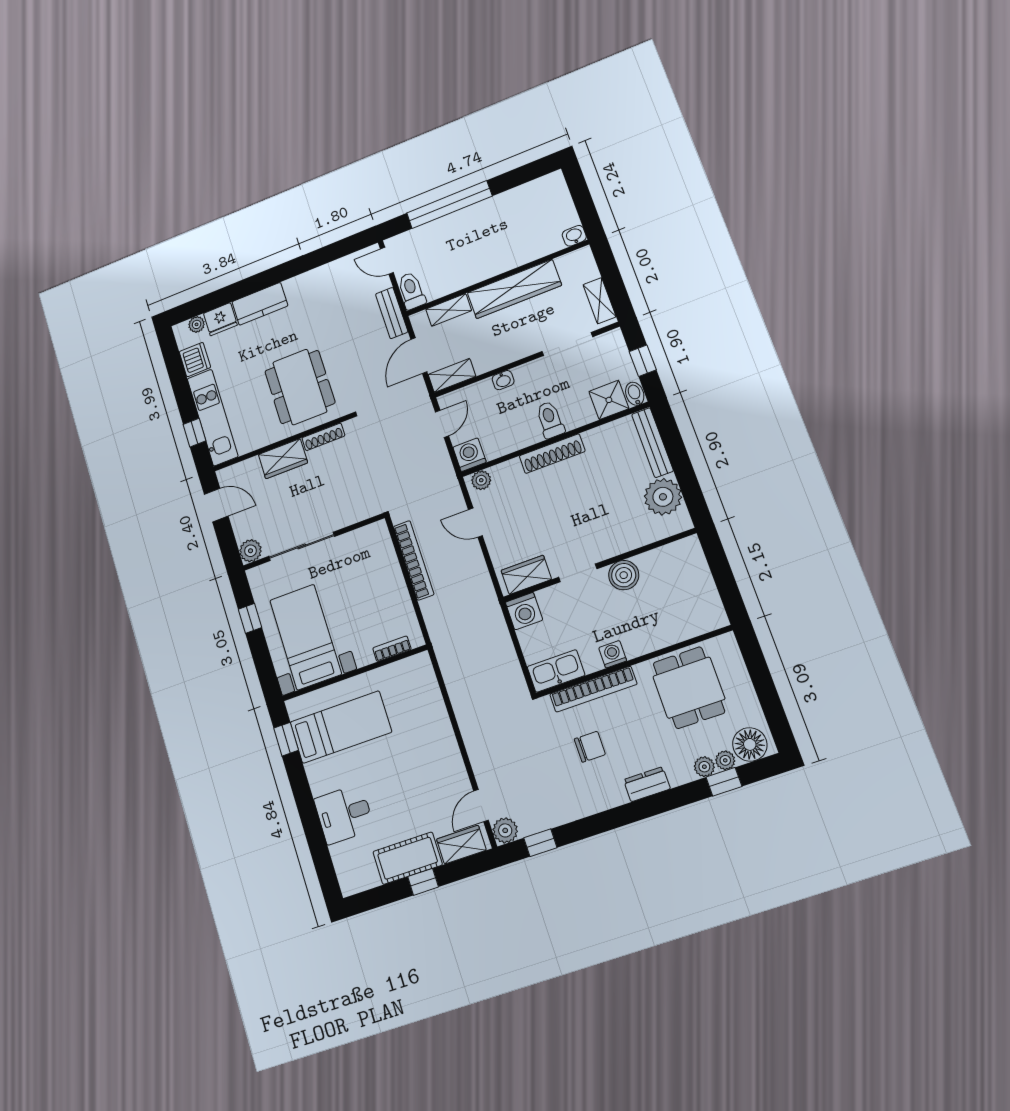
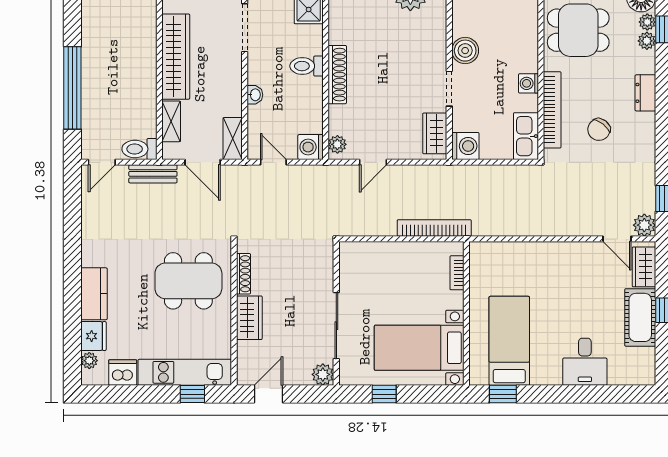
bookcase: (414, 560) -> (434, 228), moved
chair: (590, 747) -> (599, 130), turned -142

